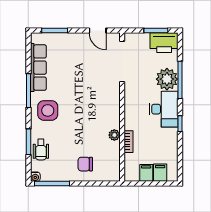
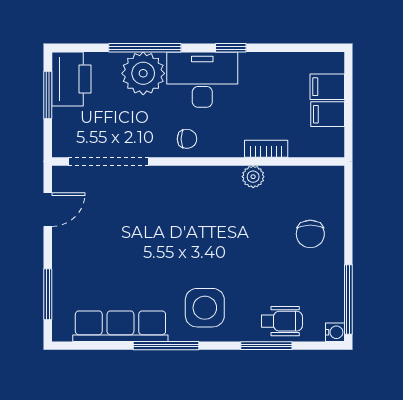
chair: (134, 101) -> (187, 139), added

